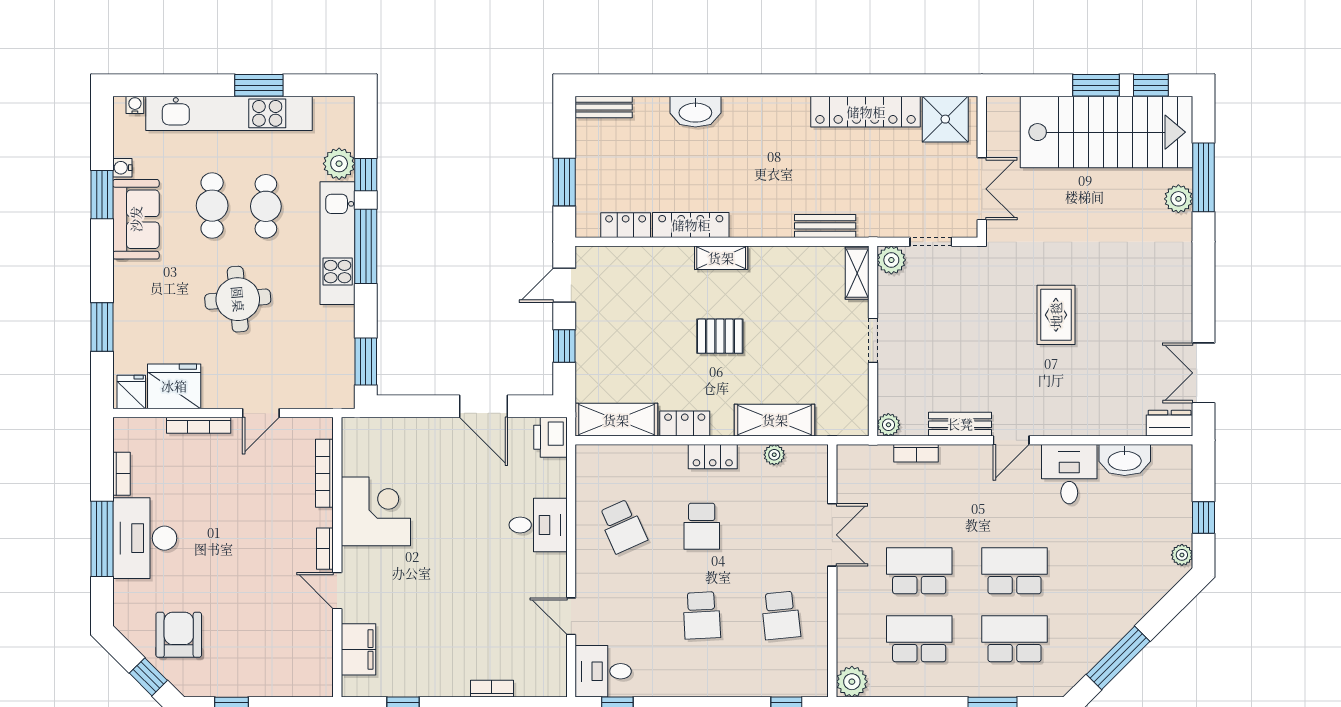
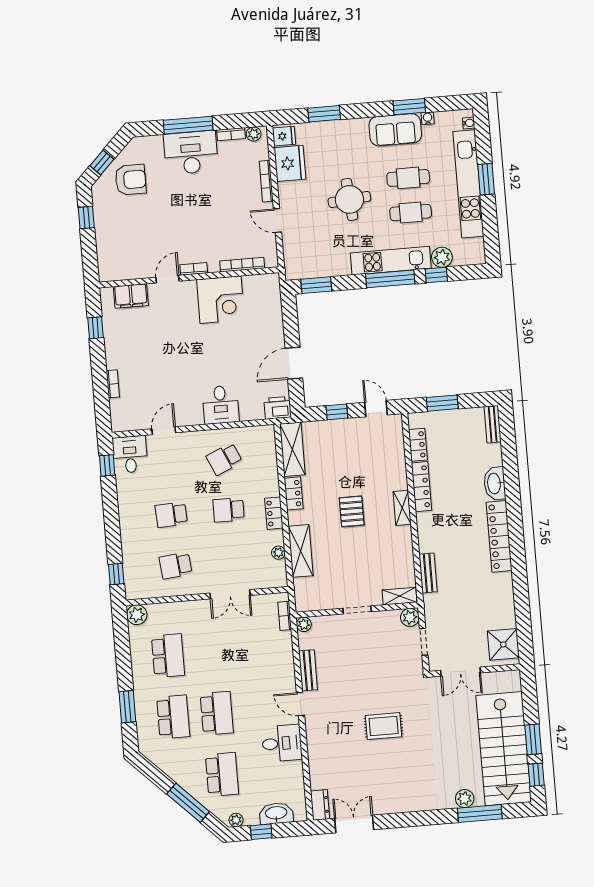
window: (259, 85) -> (486, 179), moved
locker: (866, 112) -> (499, 536), moved
plant: (124, 439) -> (254, 134), added
bookcase: (916, 453) -> (285, 616), moved
washbasin: (1125, 460) -> (276, 813), moved, turned 90
school desk: (919, 571) -> (222, 774), moved
window: (1118, 658) -> (188, 803), moved

